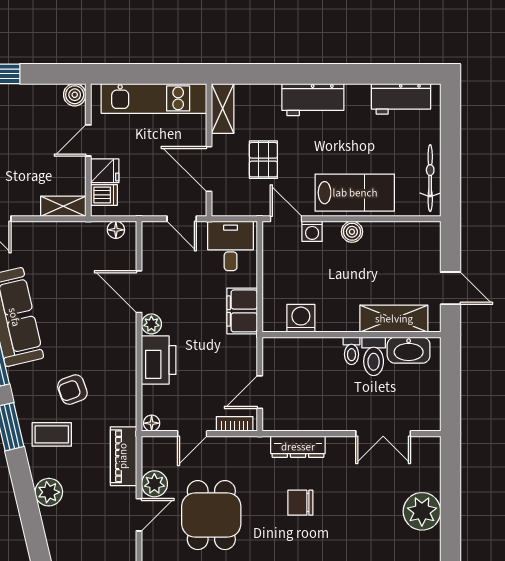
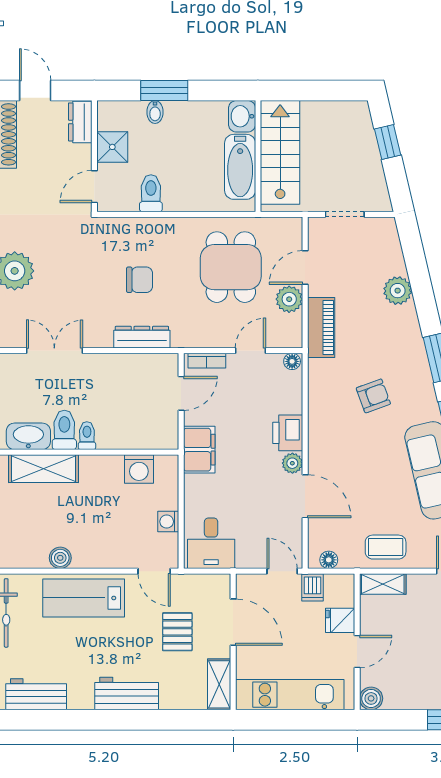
dishwasher: (104, 195) -> (313, 587), moved, turned -90
door: (182, 219) -> (282, 571), moved
washing machine: (312, 231) -> (168, 522), moved, turned -90
boiler: (352, 232) -> (60, 558), moved
filing cabinet: (242, 311) -> (199, 450), moved
printer: (159, 360) -> (288, 433), width x0.73, depth x0.84
coffee table: (52, 434) -> (386, 547), moved

